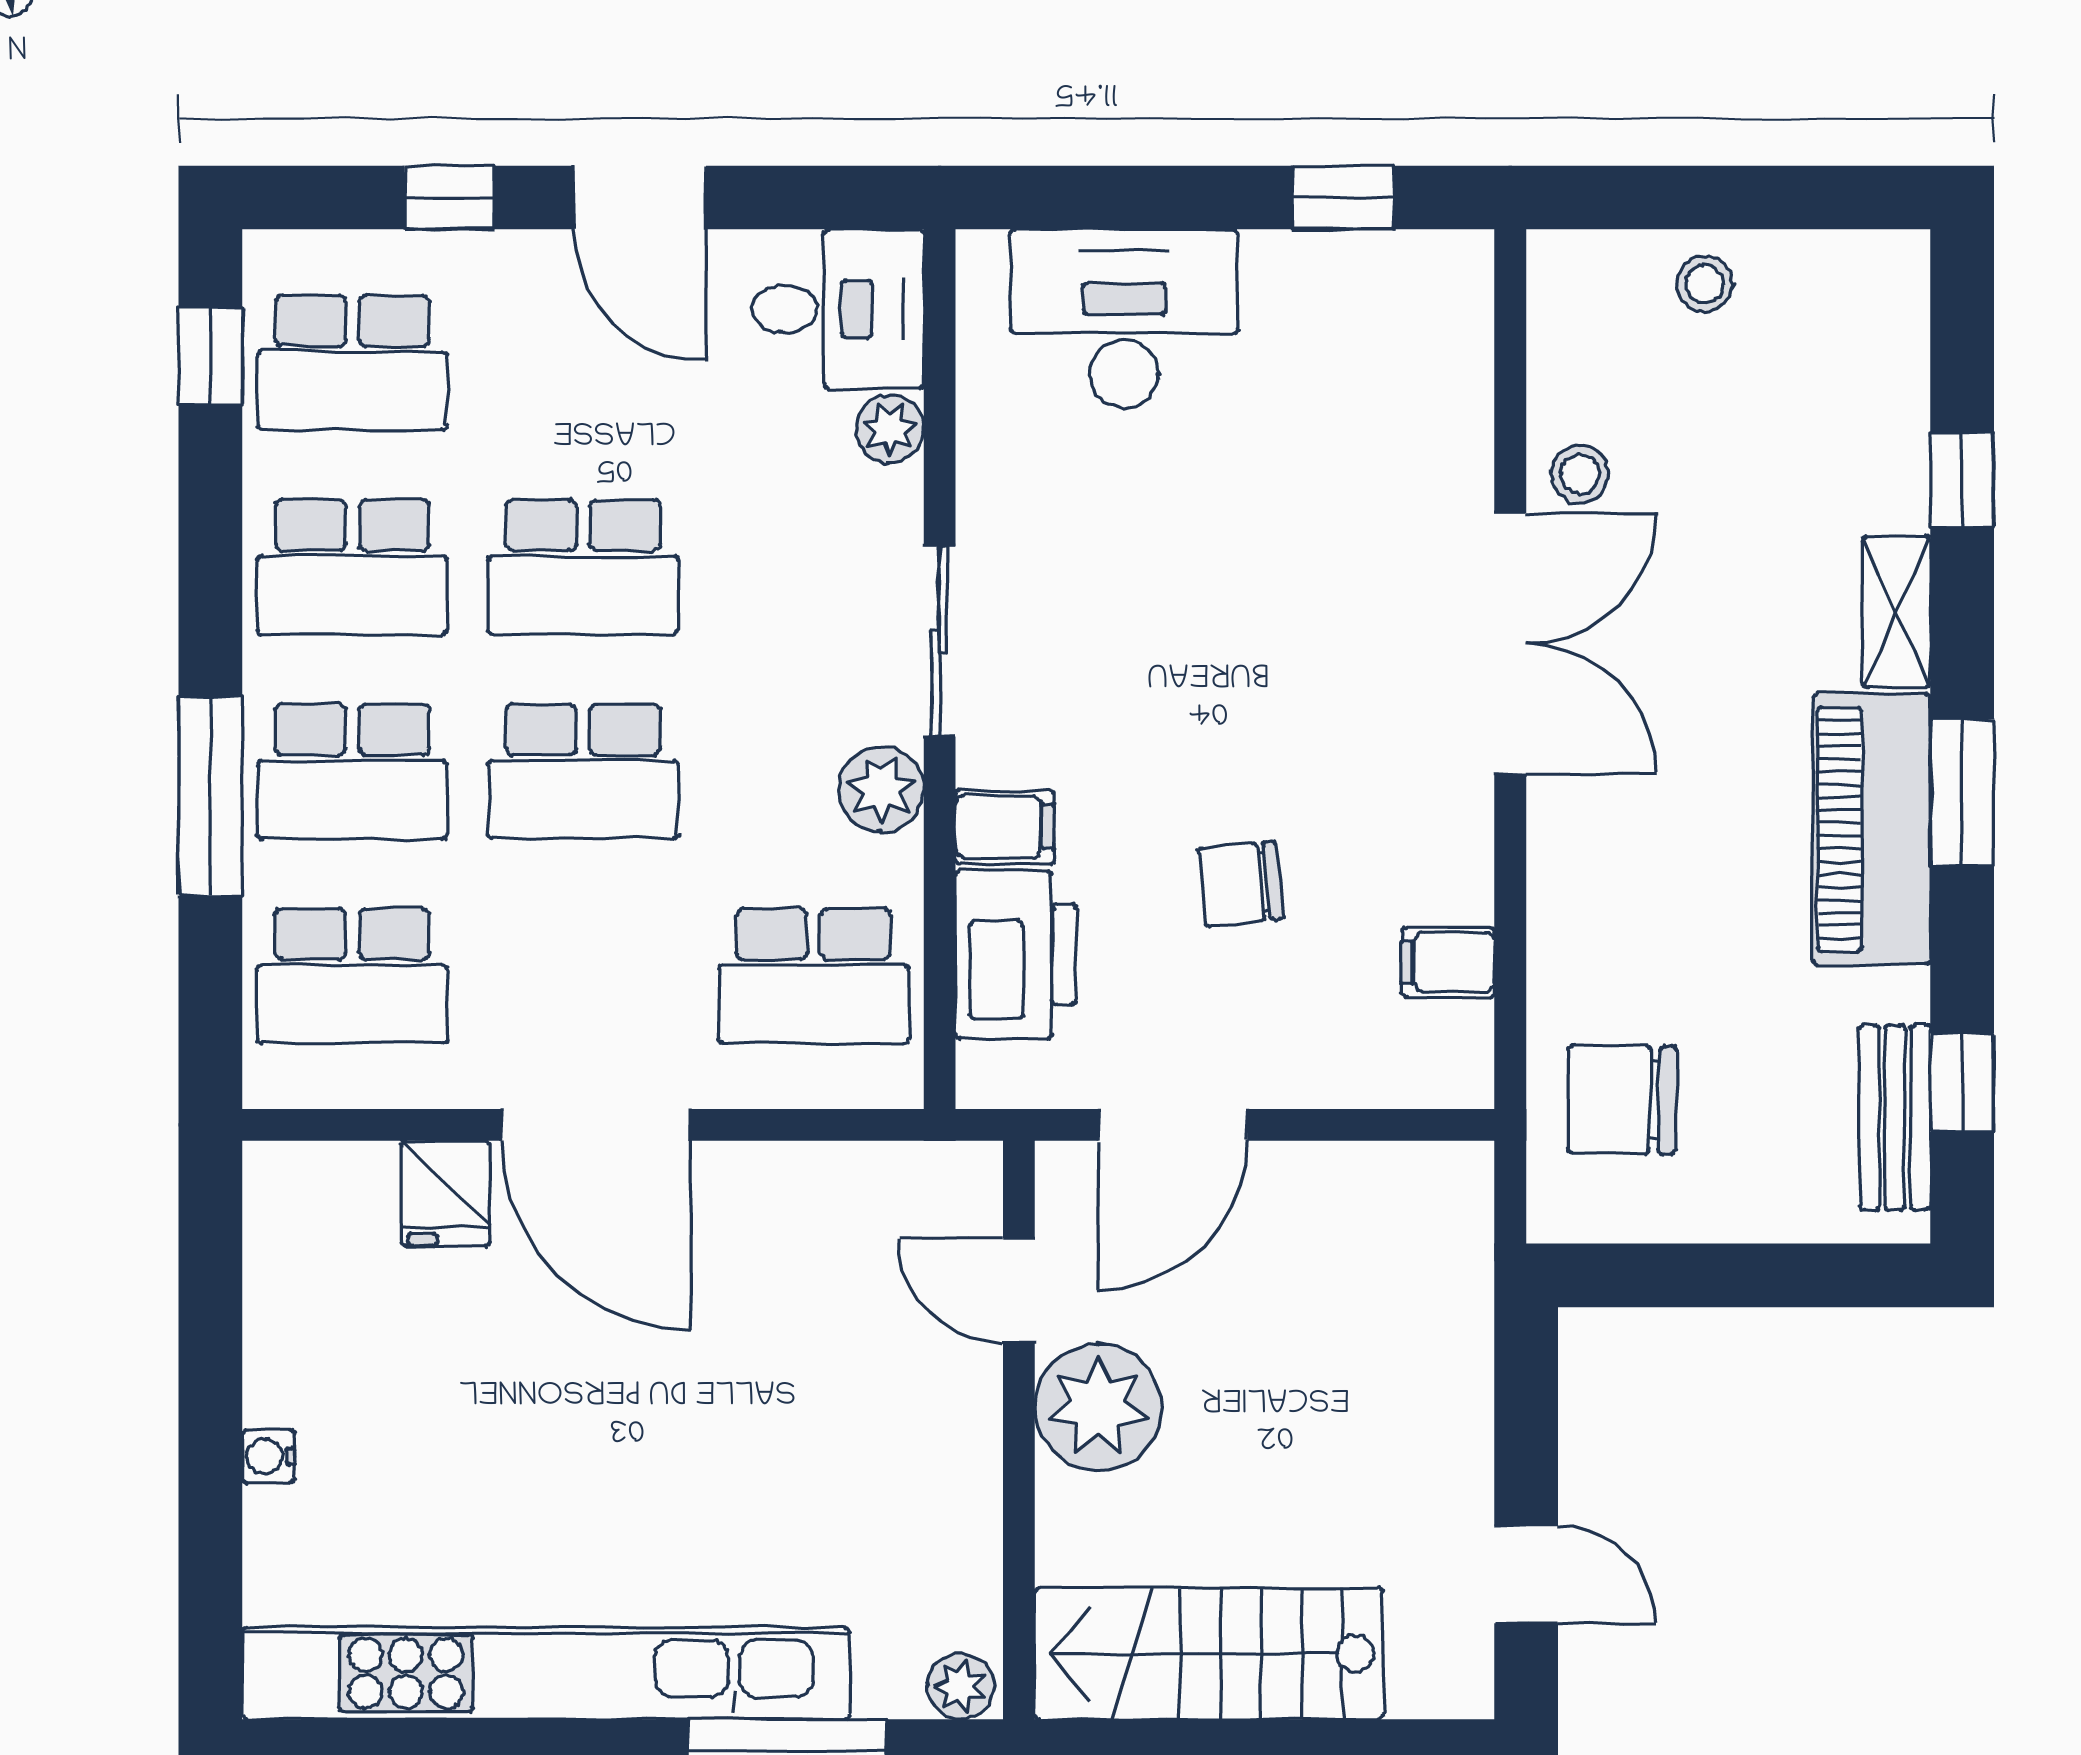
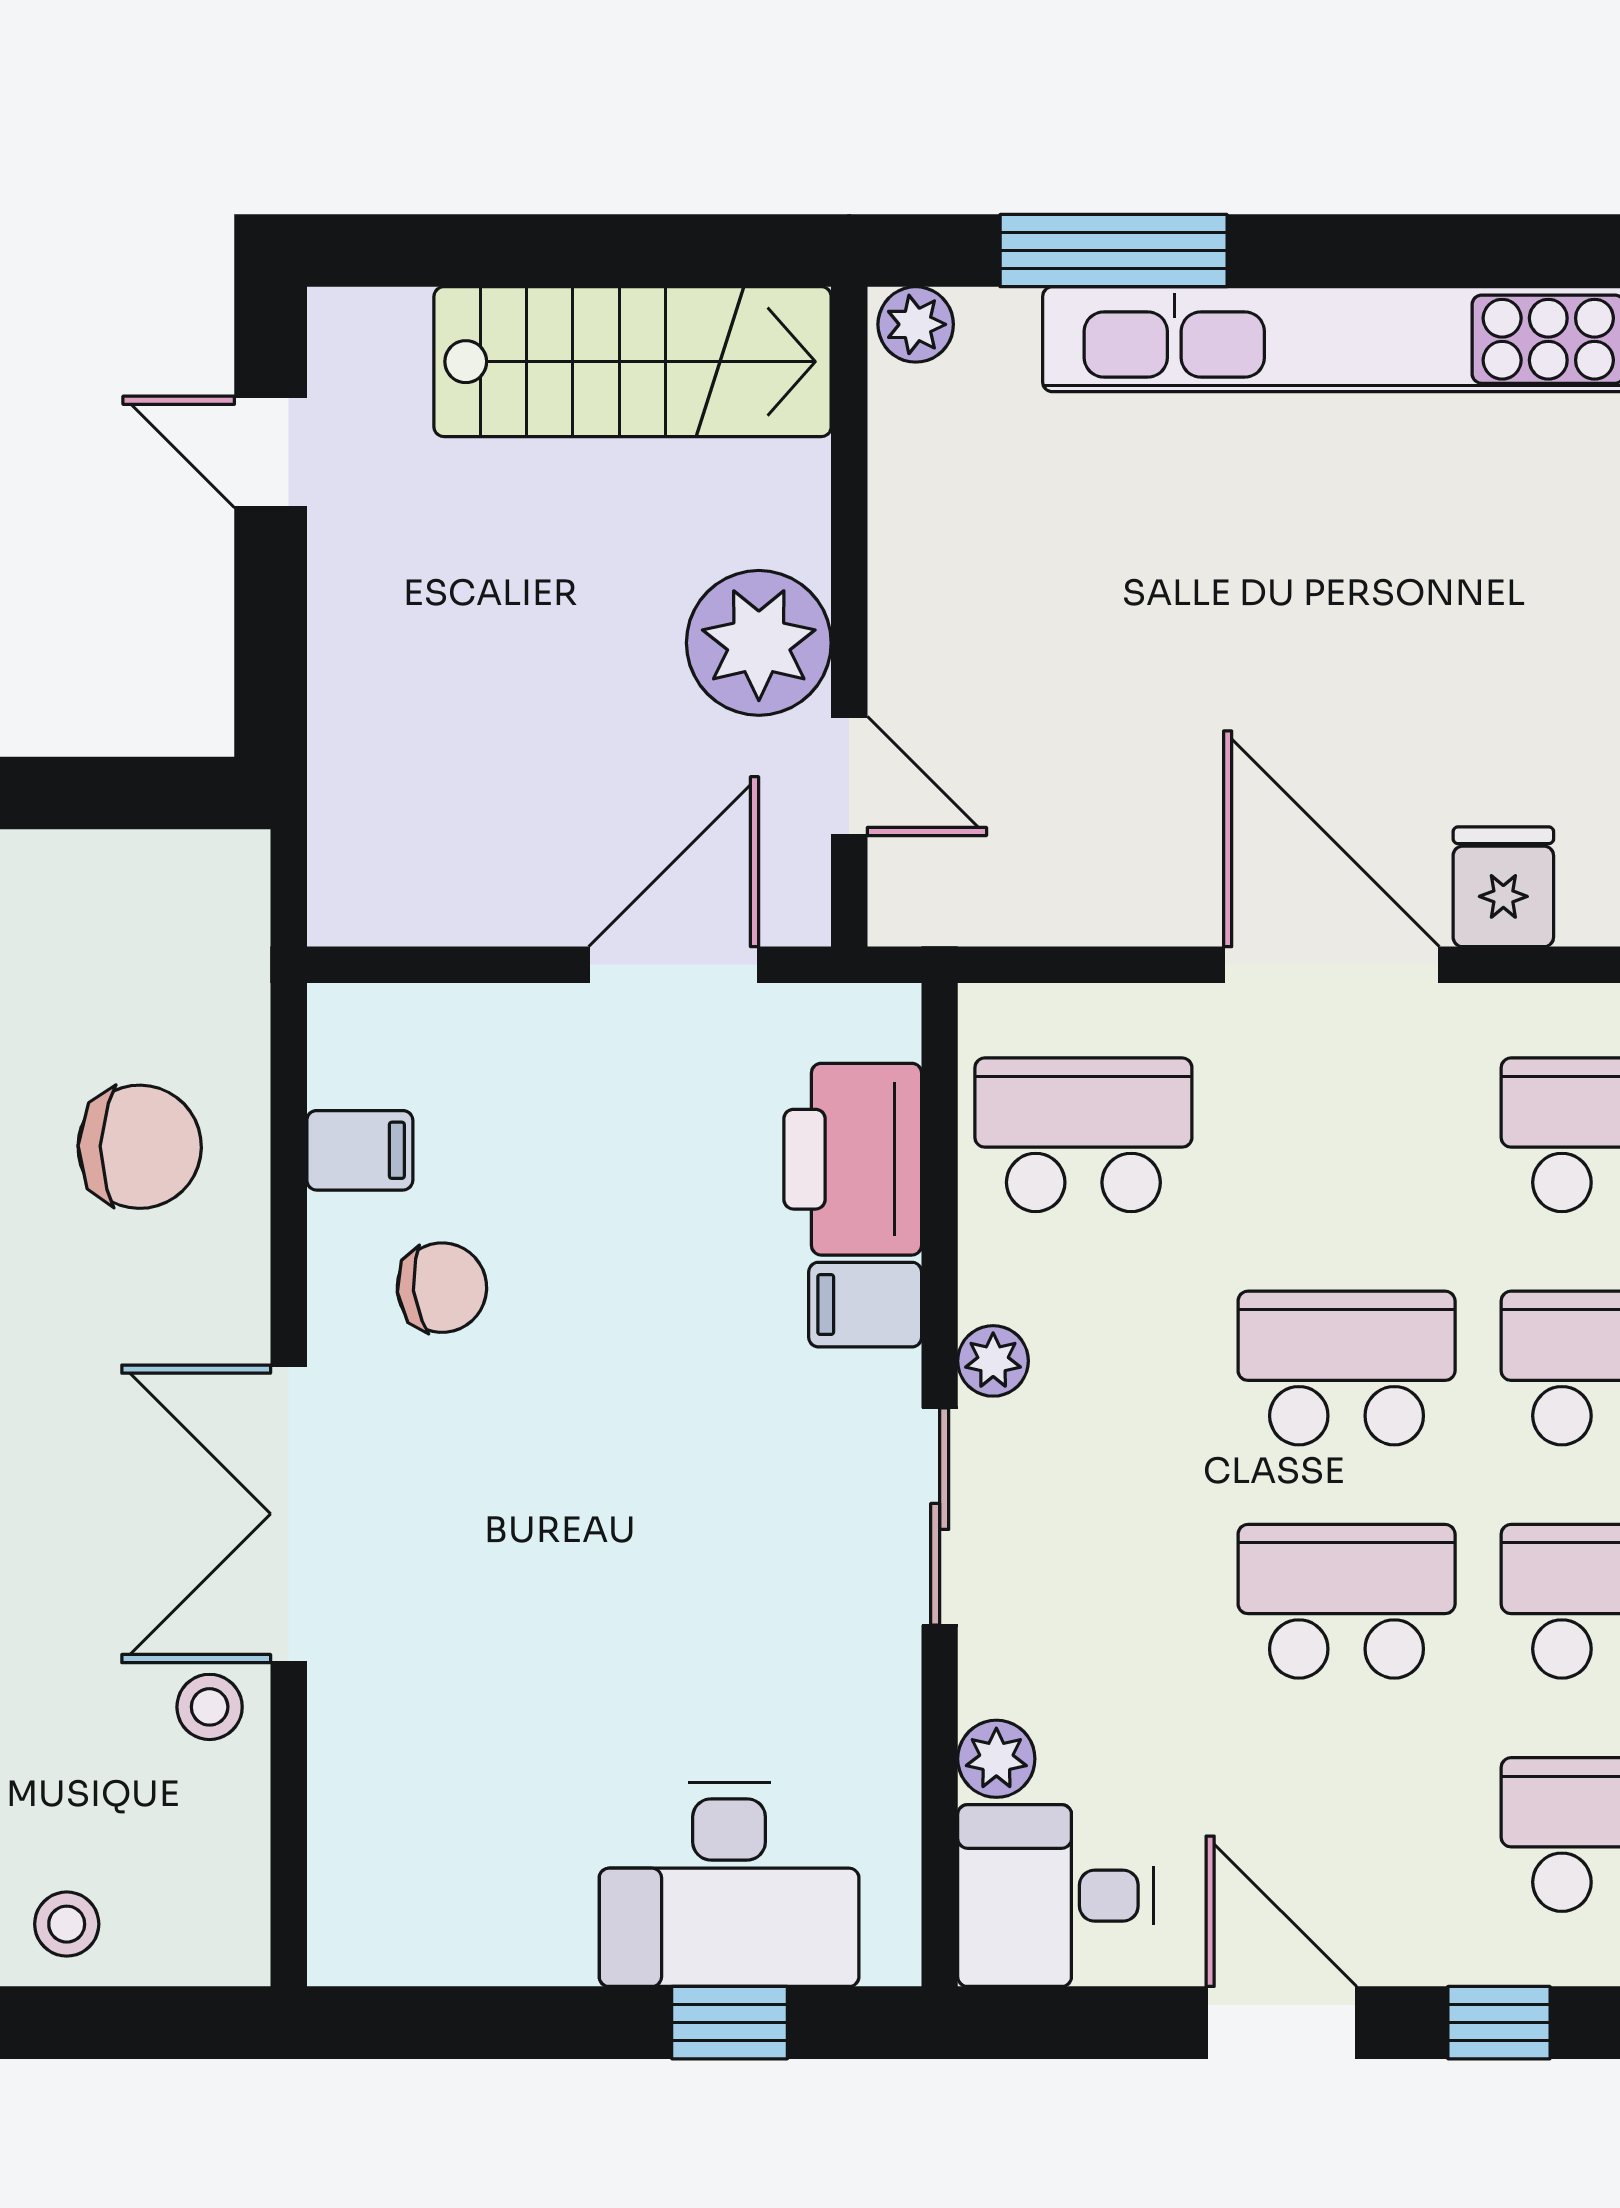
window: (1343, 198) -> (730, 2023), moved
plant: (881, 789) -> (993, 1361), width x0.73, depth x0.73
chair: (1241, 884) -> (442, 1288), moved
chair: (1622, 1099) -> (140, 1147), moved

